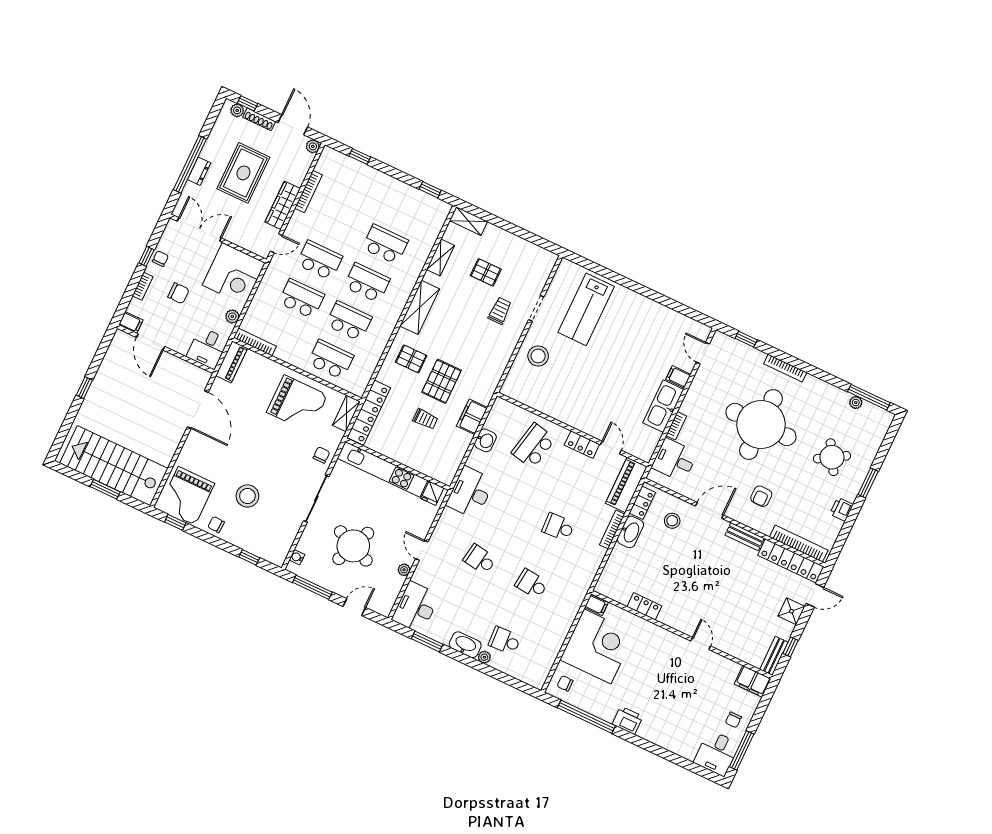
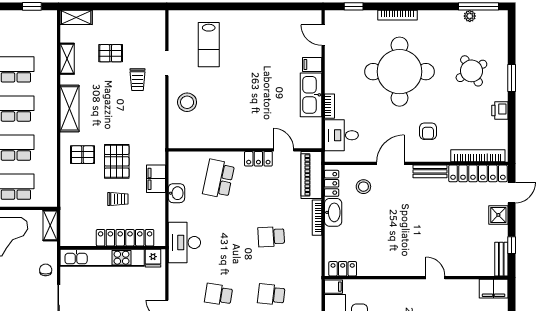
lab bench: (586, 309) -> (209, 45), width x0.73, depth x0.72
trolley: (500, 311) -> (138, 80), turned 180
locker: (369, 413) -> (125, 238), moved, turned -90
locker: (644, 606) -> (343, 269), moved

